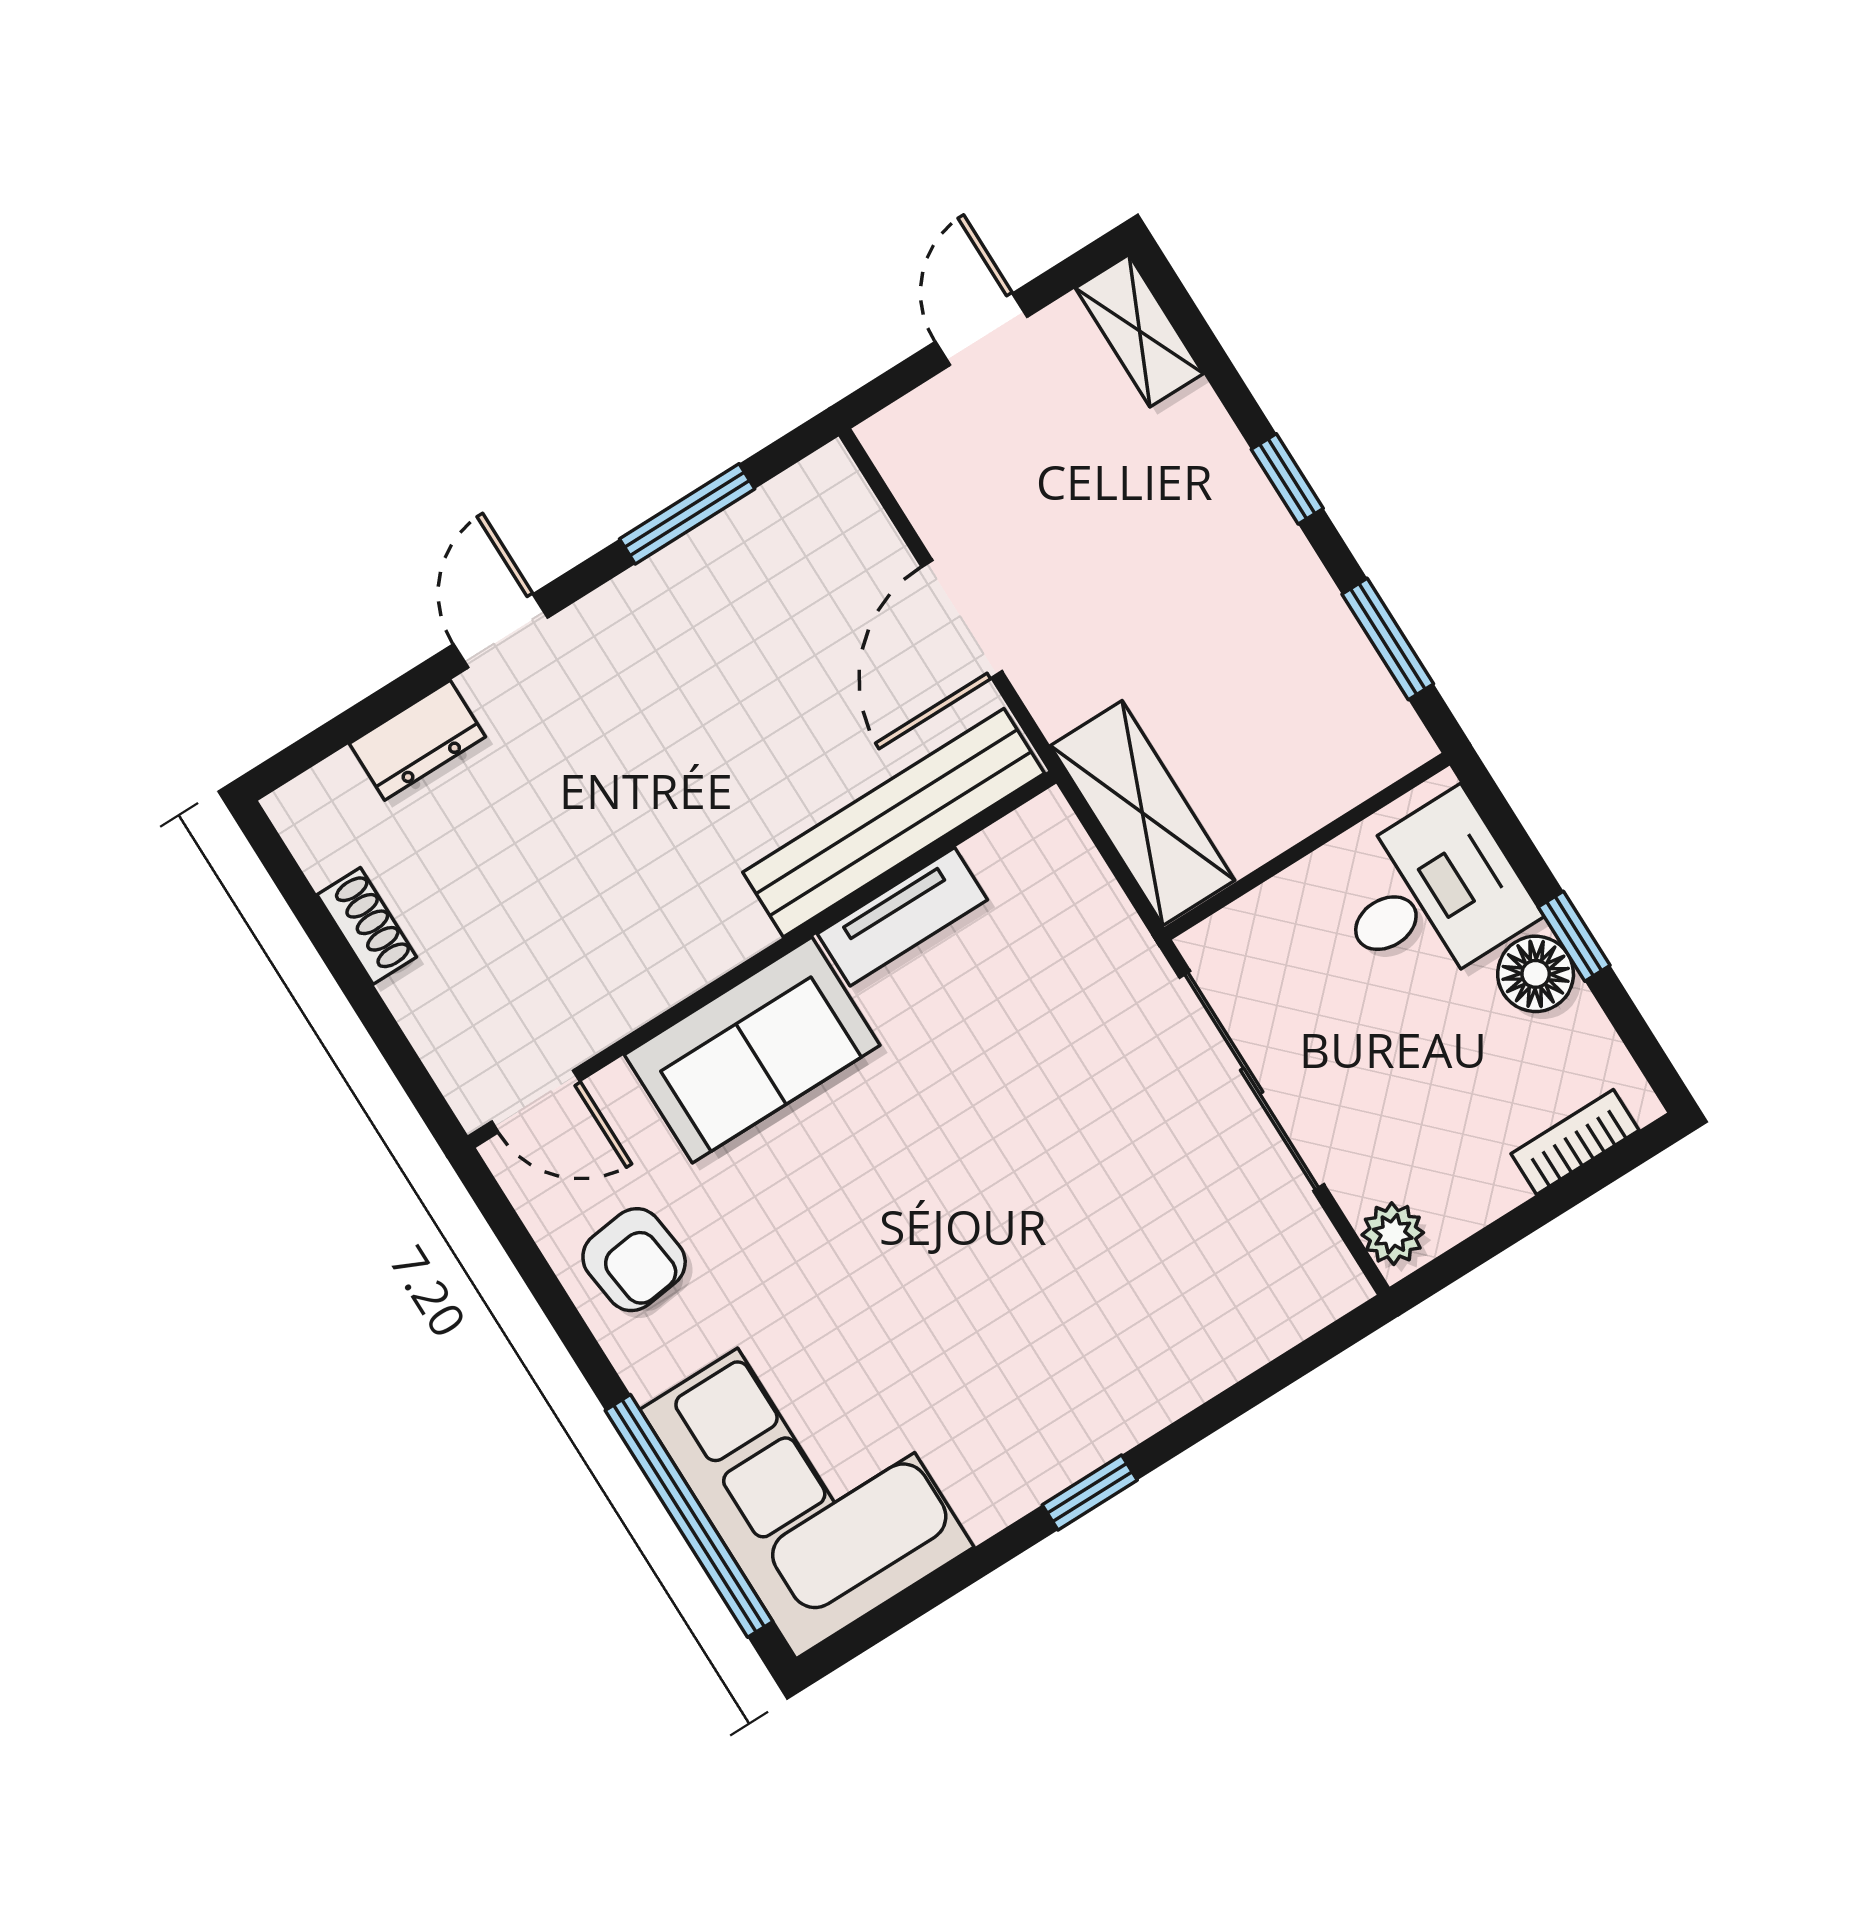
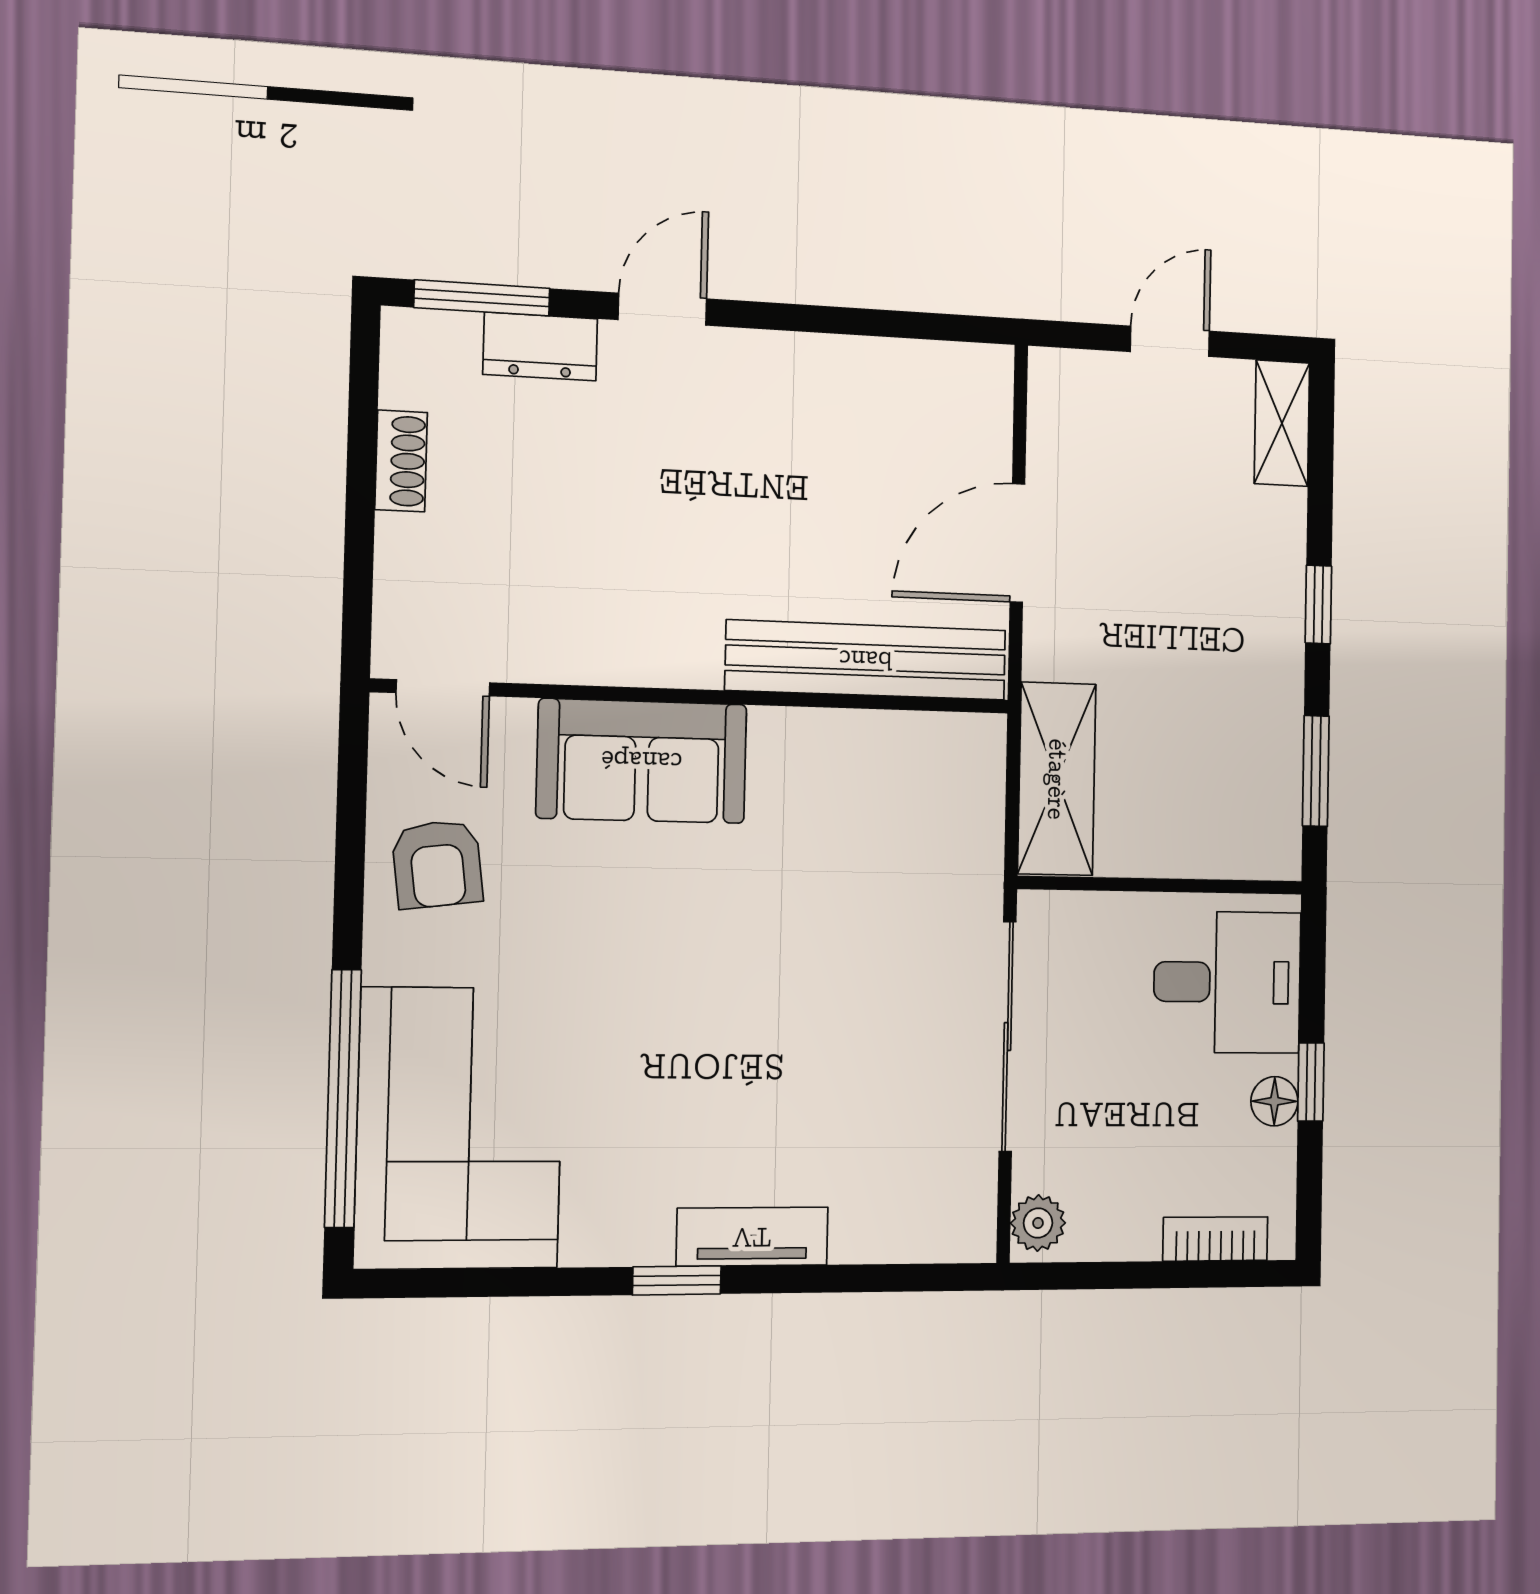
window: (687, 514) -> (482, 298), moved
tv unit: (902, 917) -> (752, 1237), moved, turned 180
floor lamp: (1536, 974) -> (1274, 1101), width x0.73, depth x0.73

